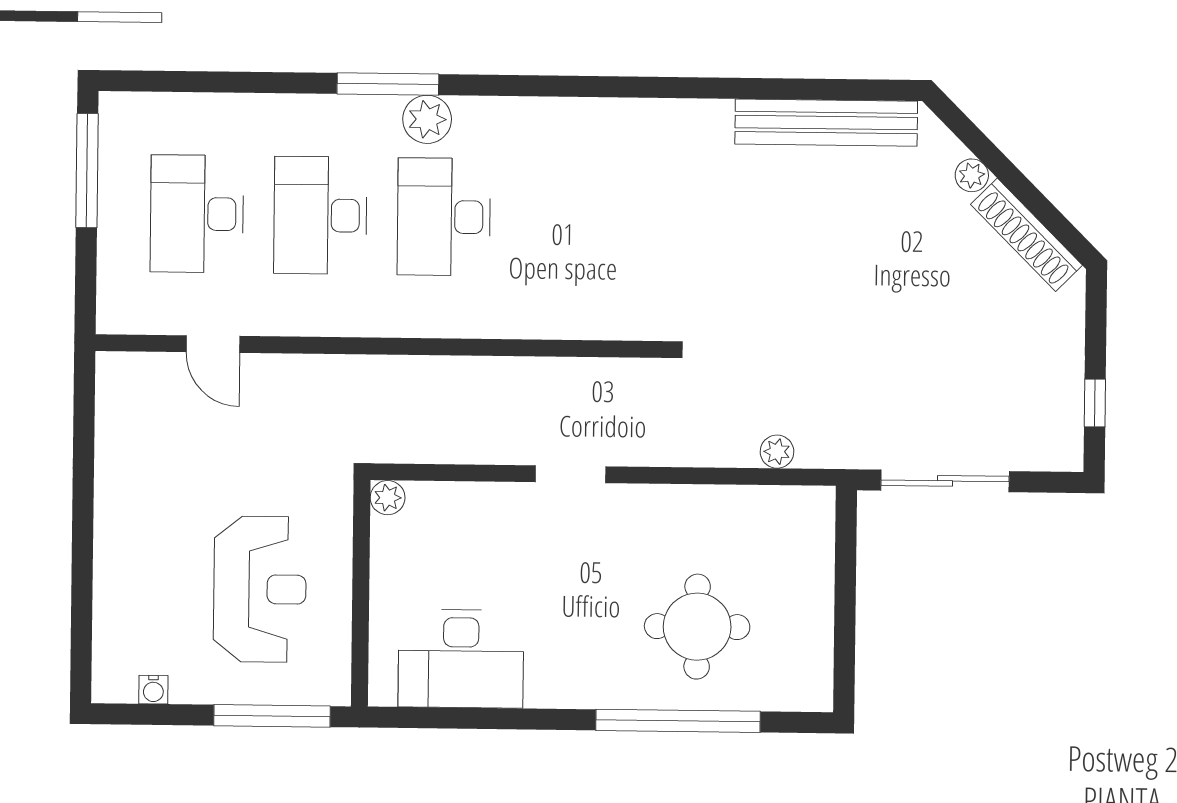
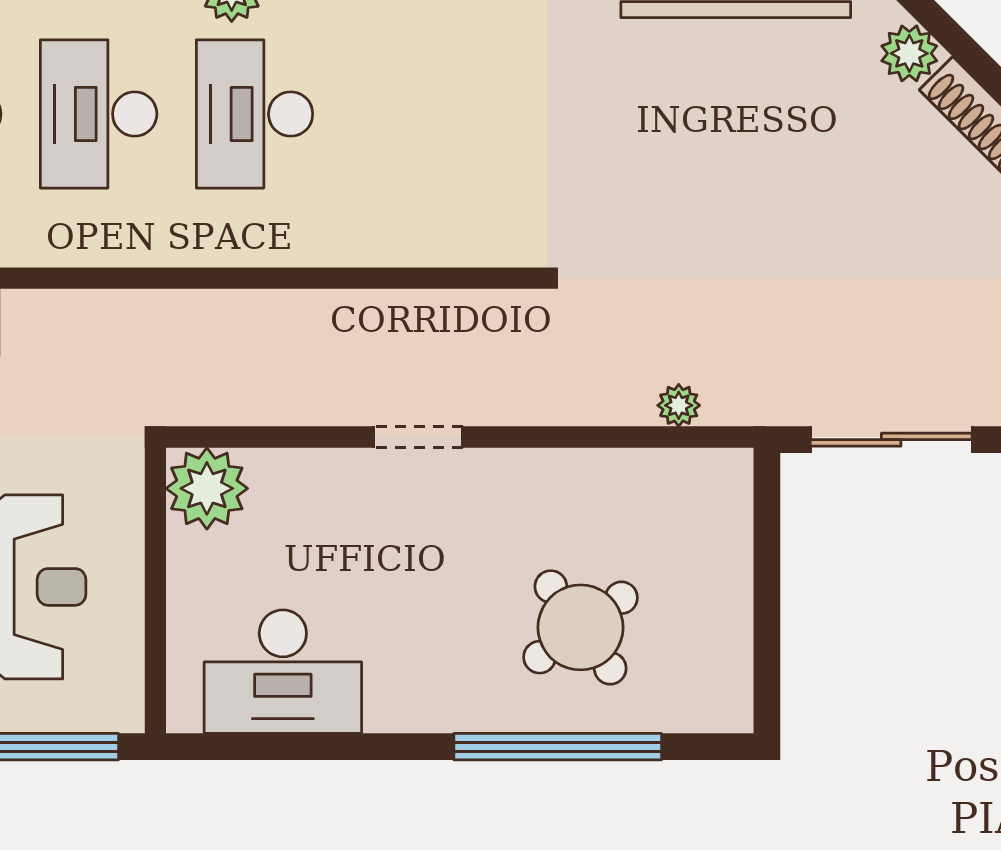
plant: (972, 175) -> (909, 53), width x1.38, depth x1.38
plant: (388, 498) -> (207, 488), width x1.88, depth x1.88
round table: (697, 627) -> (581, 627), turned -36

